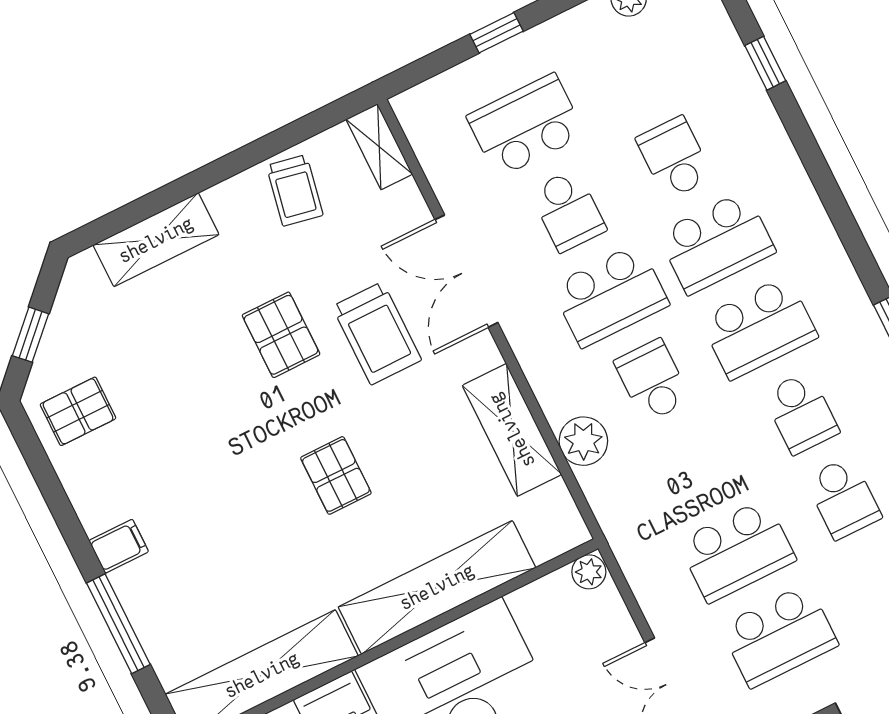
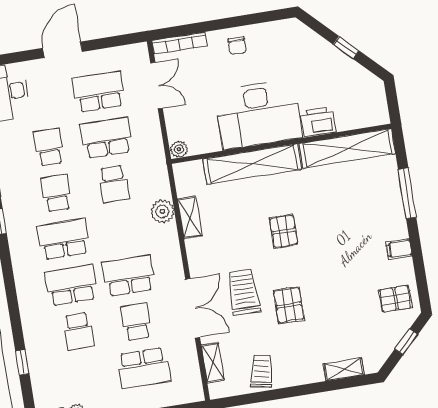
shelving: (379, 147) -> (213, 363), moved
shelving: (156, 240) -> (344, 369), width x0.67, depth x0.75
school desk: (652, 381) -> (114, 184), moved
shelving: (512, 430) -> (190, 218), width x0.67, depth x0.75
filing cabinet: (119, 546) -> (399, 249), moved

